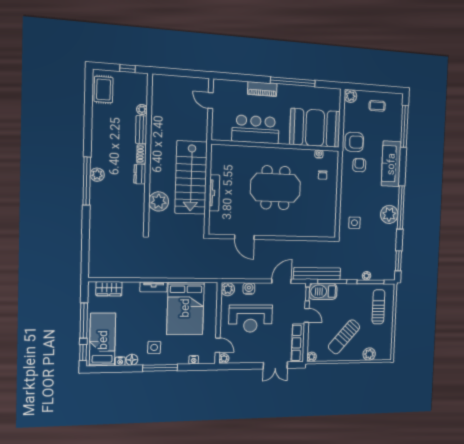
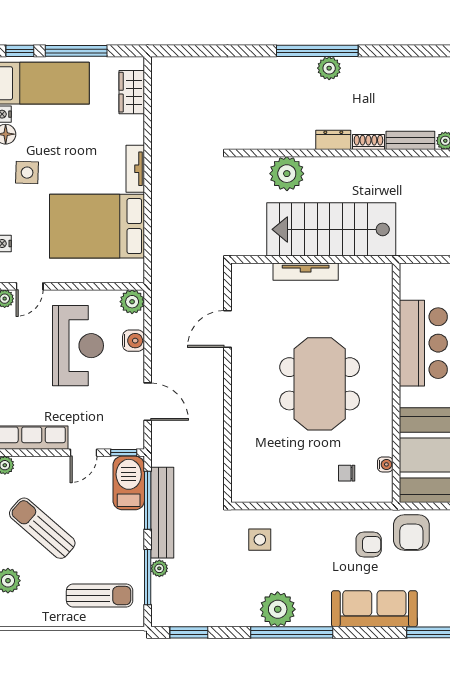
bench: (317, 274) -> (162, 513), moved
reception desk: (251, 319) -> (78, 346), turned 180

